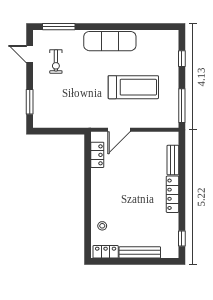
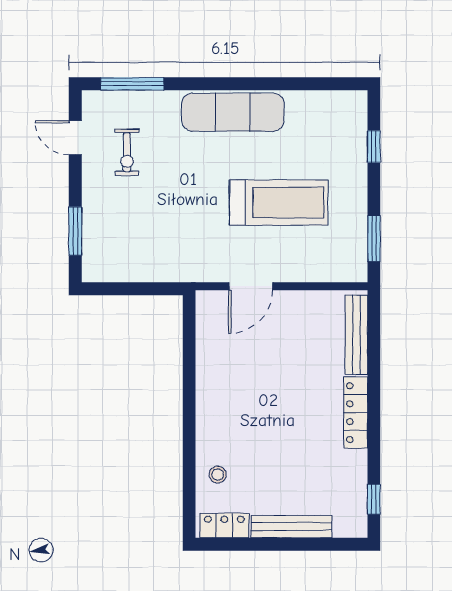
window: (182, 106) -> (374, 239), width x0.69
locker: (97, 155) -> (208, 335), removed
bench: (173, 160) -> (356, 335), width x1.36

